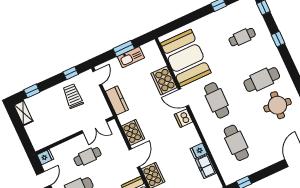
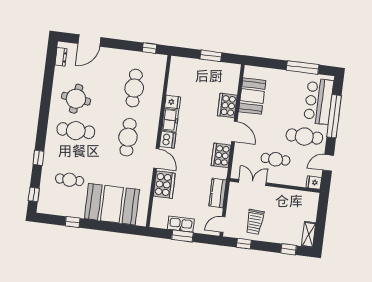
booth: (186, 58) -> (112, 204), moved, turned 90
door: (134, 158) -> (234, 132), swing flipped
freezer: (206, 166) -> (170, 120), moved

